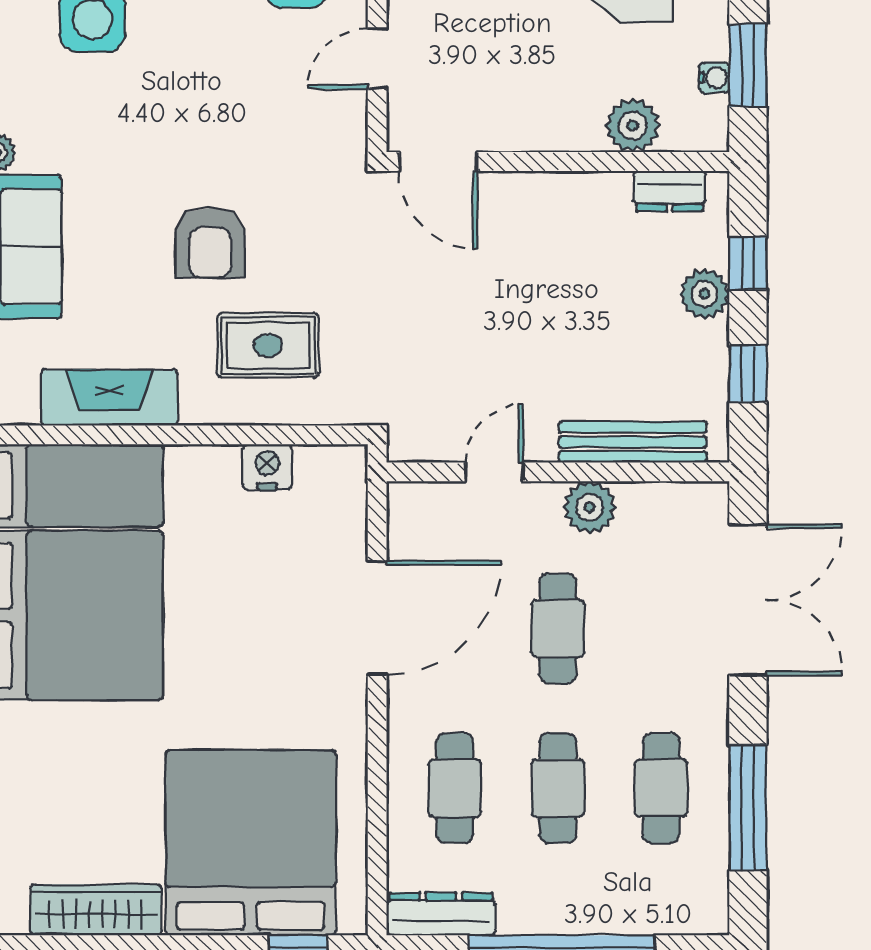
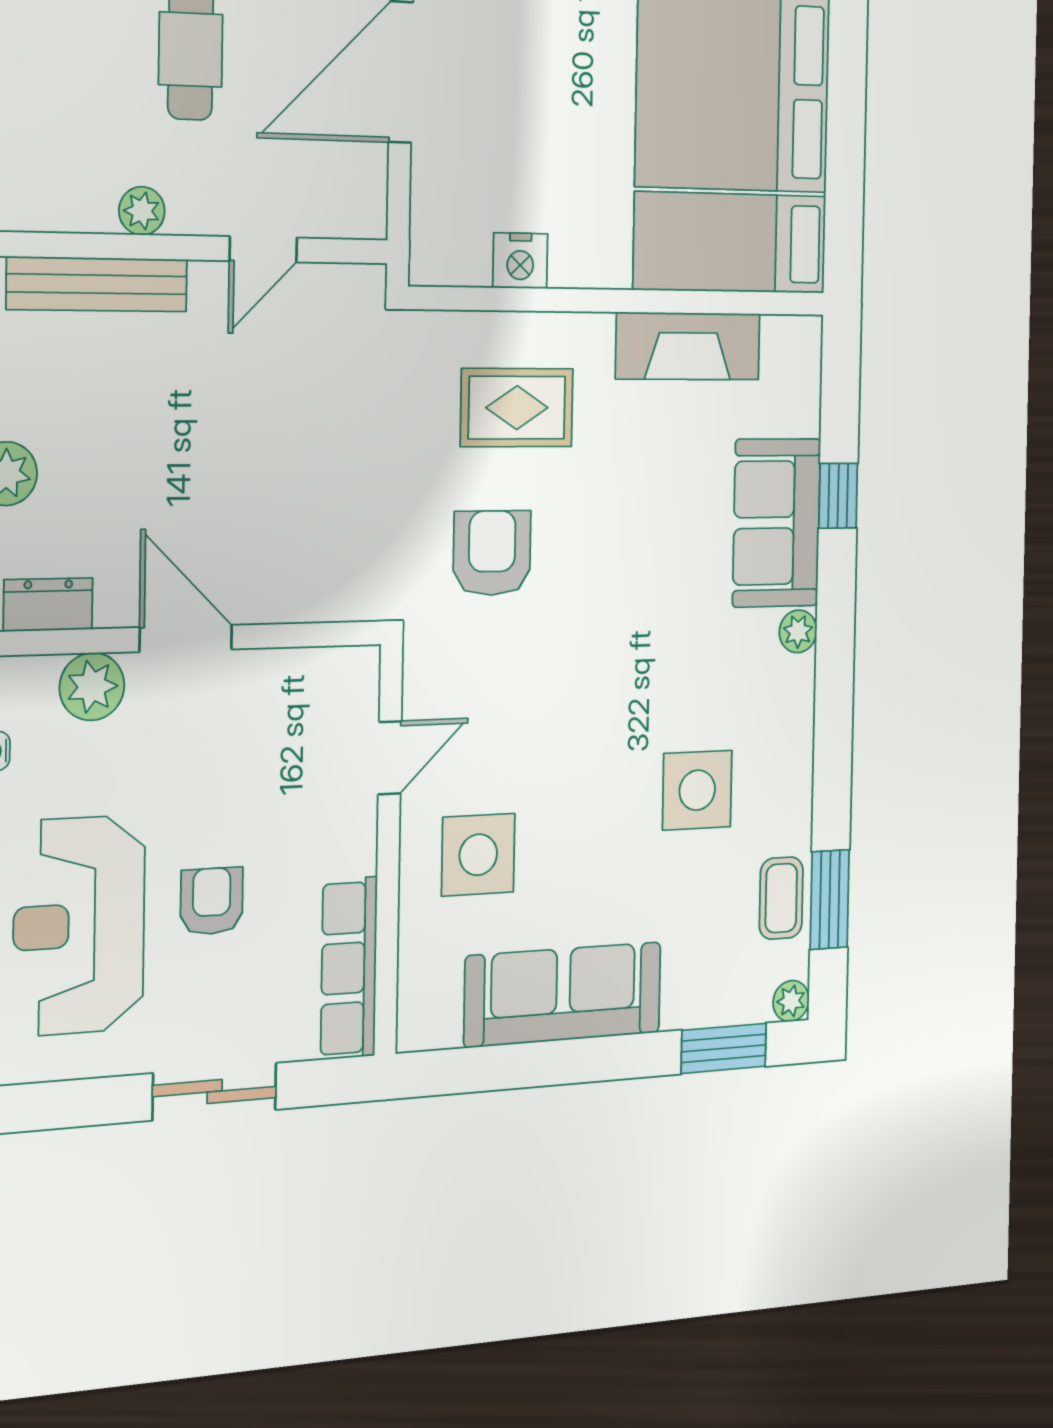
door: (438, 162) -> (186, 638), moved
armchair: (210, 243) -> (492, 553), moved
plant: (590, 507) -> (142, 211), width x0.73, depth x0.73

